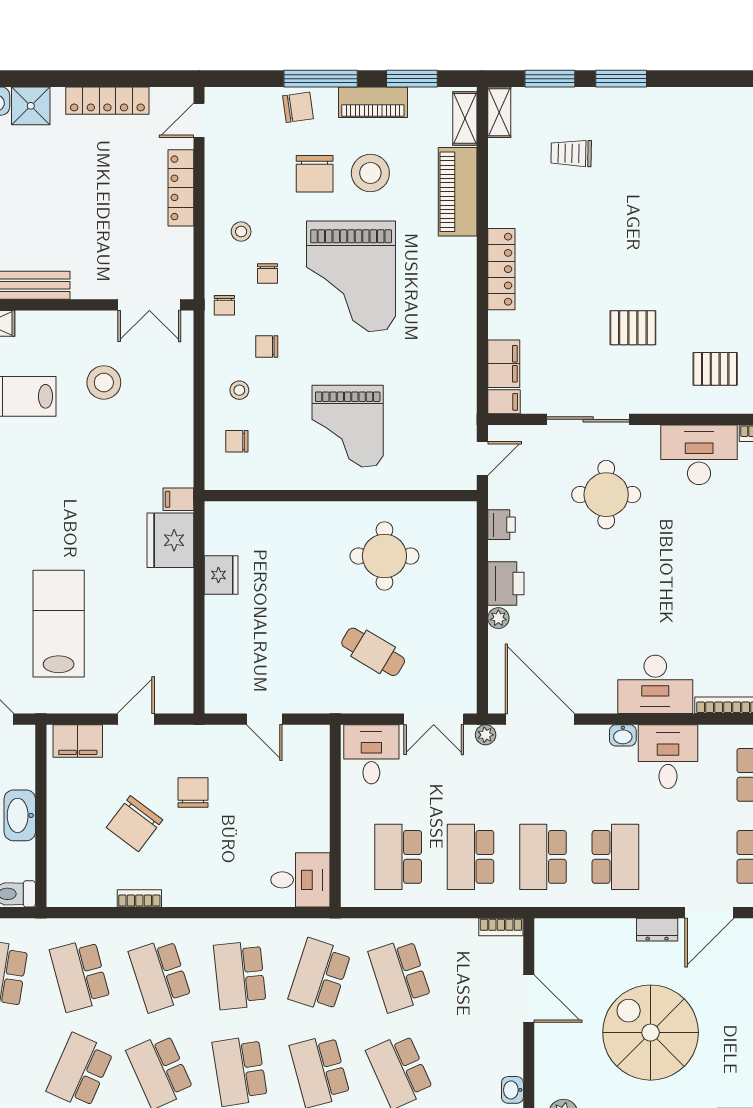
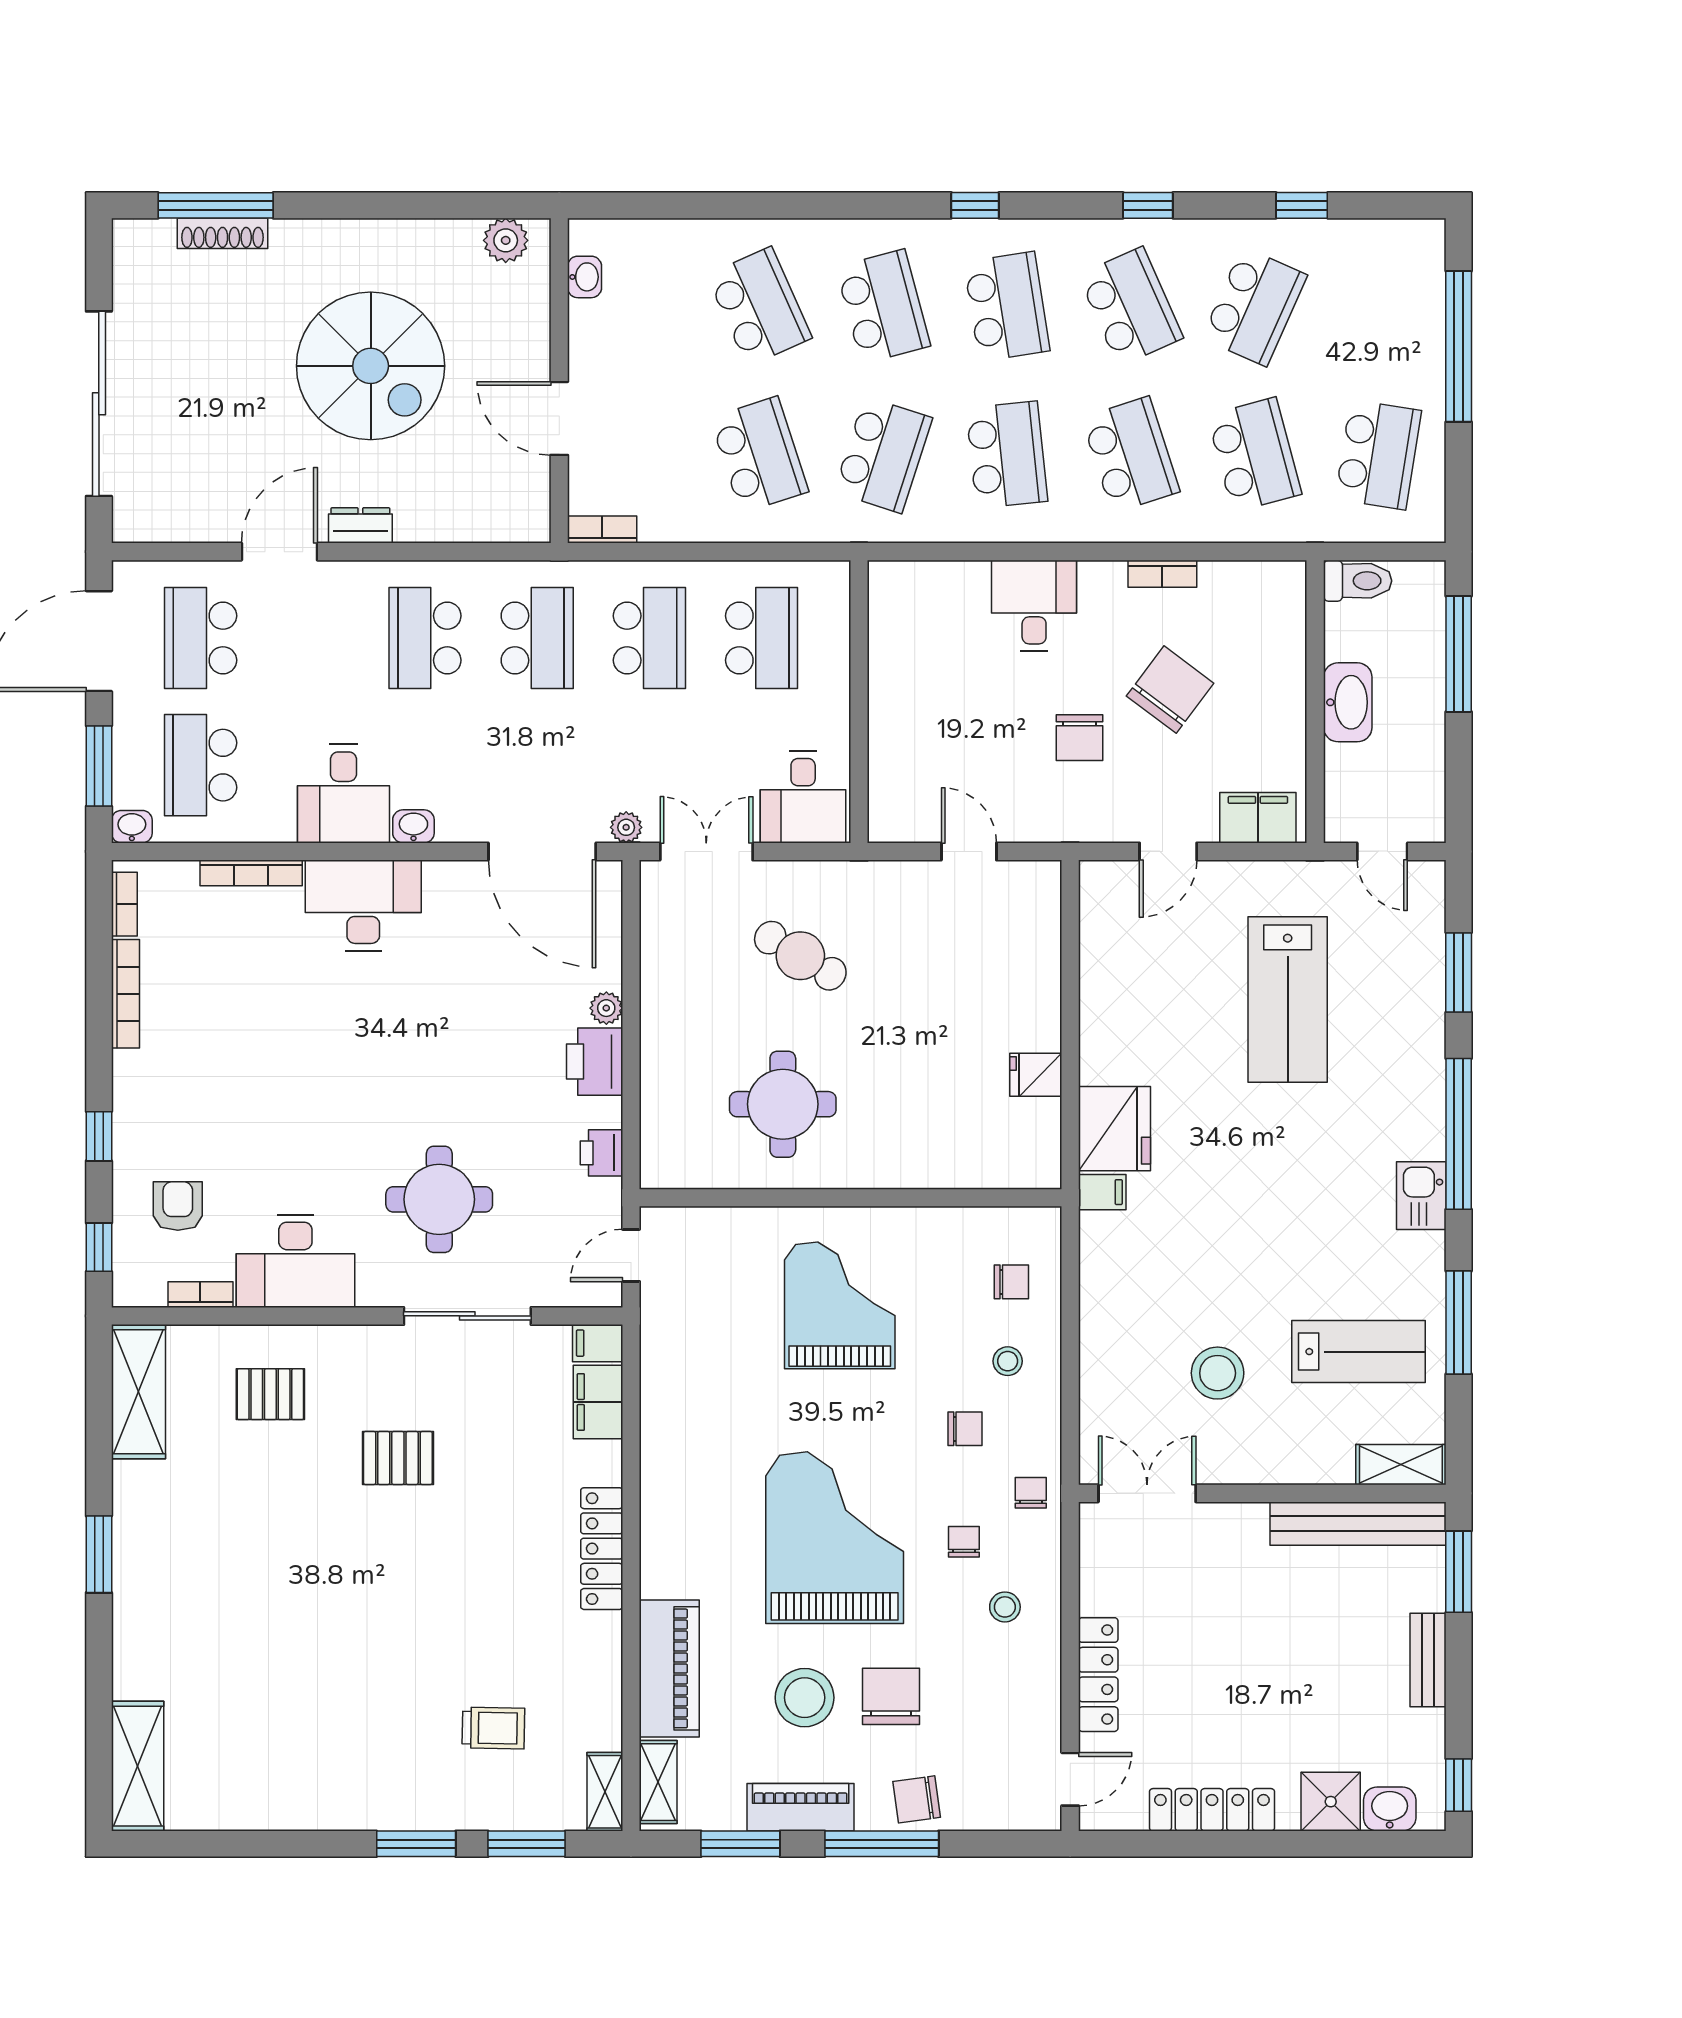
fridge: (221, 575) -> (1036, 1075), width x0.72
desk: (300, 880) -> (1034, 606), moved, turned 90

